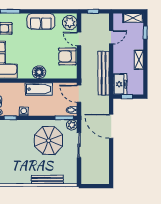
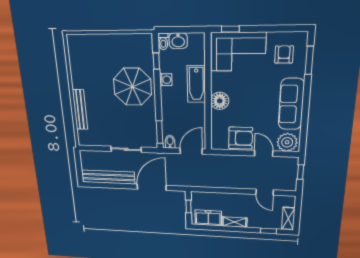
sofa: (41, 21) -> (291, 104), width x1.36
door: (79, 39) -> (264, 153), hinge flipped
armchair: (67, 56) -> (241, 138), turned 90
bench: (104, 73) -> (108, 177), moved
freezer: (120, 84) -> (208, 218), moved, turned 180
bathtub: (39, 89) -> (196, 84), moved
plant: (72, 125) -> (151, 141), removed
parasol: (49, 141) -> (133, 87), moved

